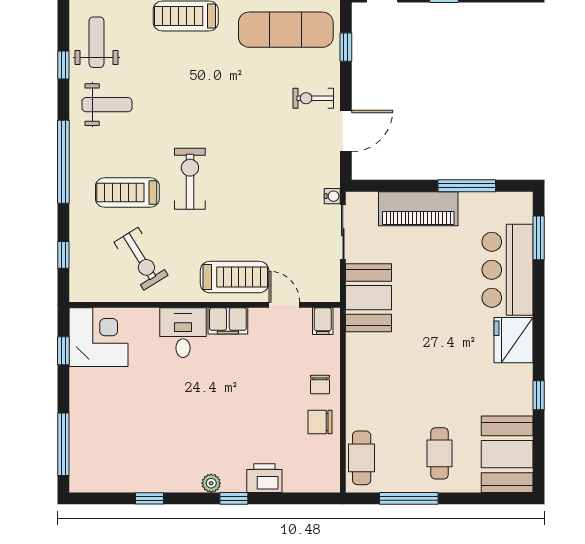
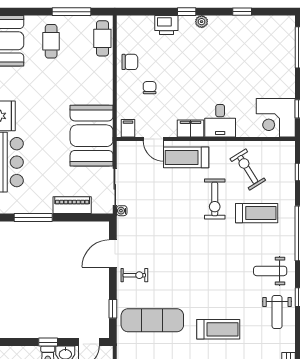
exercise bike: (190, 179) -> (215, 199), moved
piano: (418, 209) -> (72, 205), width x0.73, depth x0.75
booth: (368, 298) -> (92, 136), width x1.36, depth x1.42
chair: (320, 385) -> (150, 88), moved

